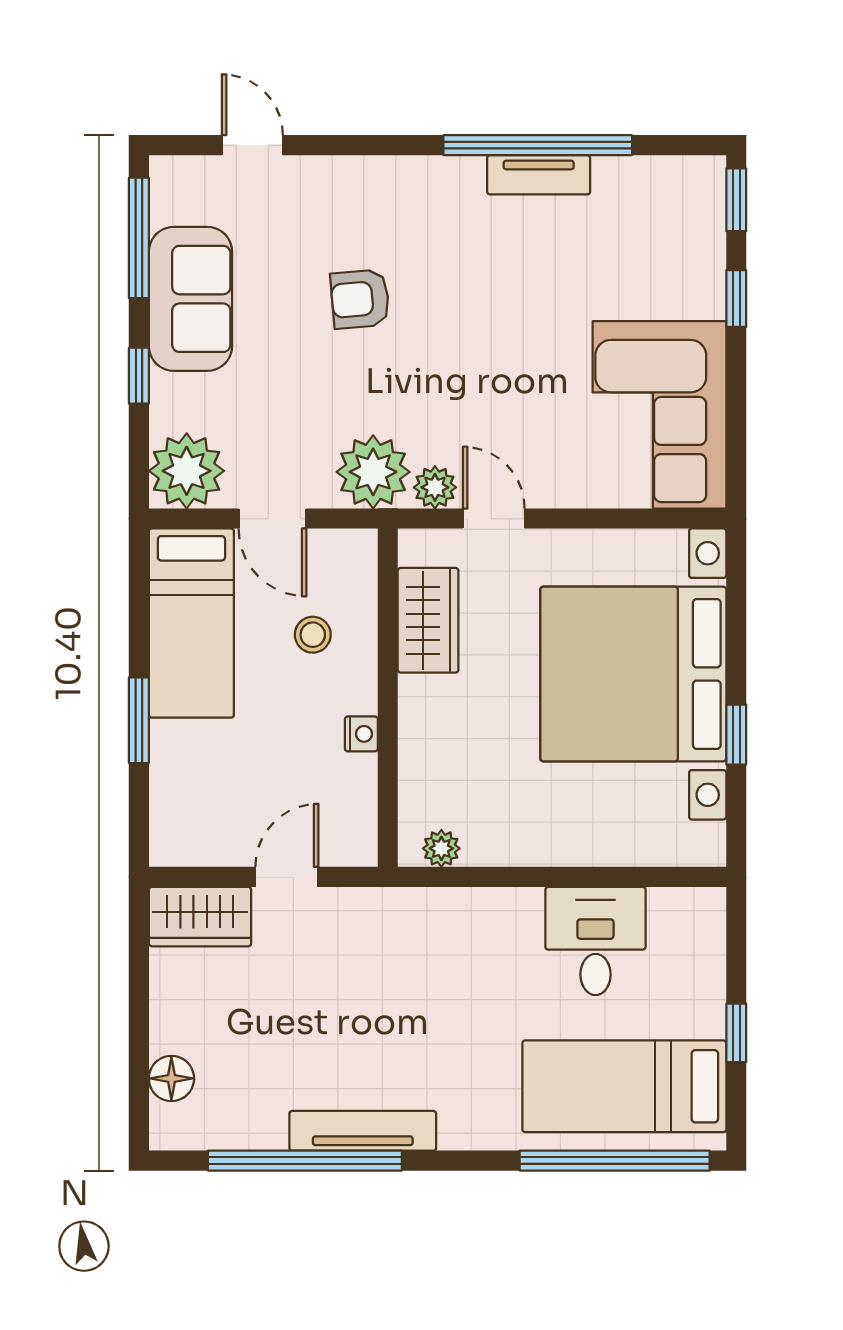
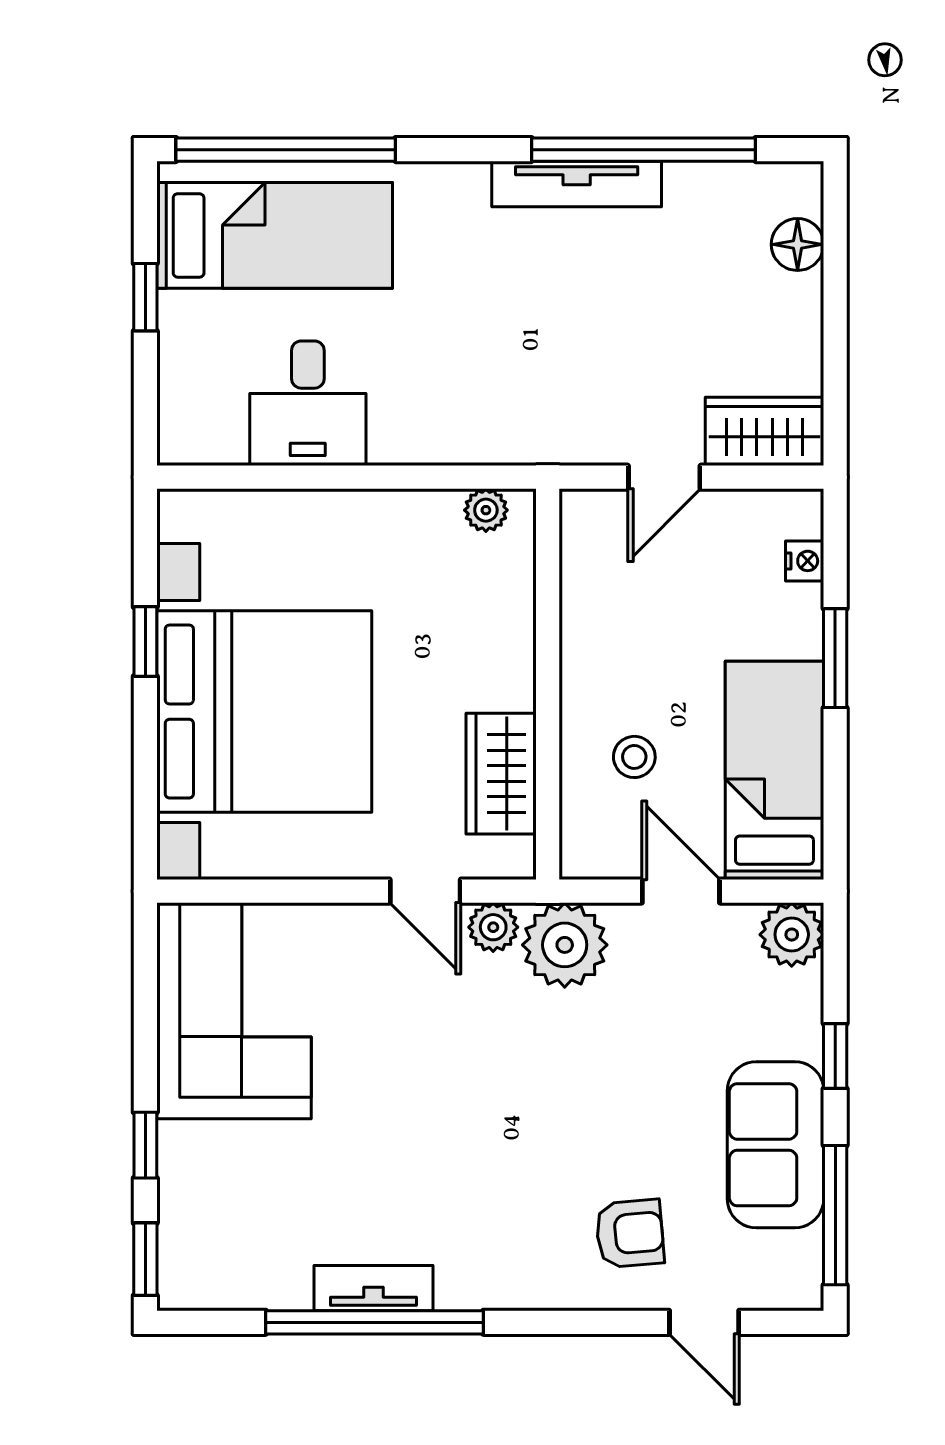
armchair: (360, 299) -> (630, 1234), moved
plant: (187, 471) -> (792, 935), width x0.73, depth x0.73
nightstand: (361, 734) -> (805, 561), moved, turned 180

